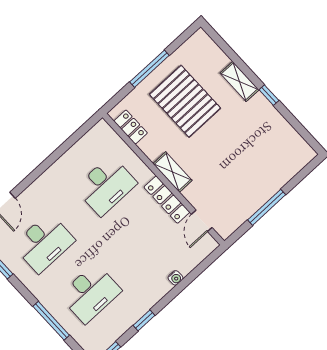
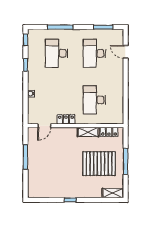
shelving: (239, 81) -> (113, 193), moved
shelving: (172, 172) -> (88, 132), moved
locker: (167, 200) -> (66, 119), width x0.66
door: (202, 221) -> (44, 126), swing flipped

